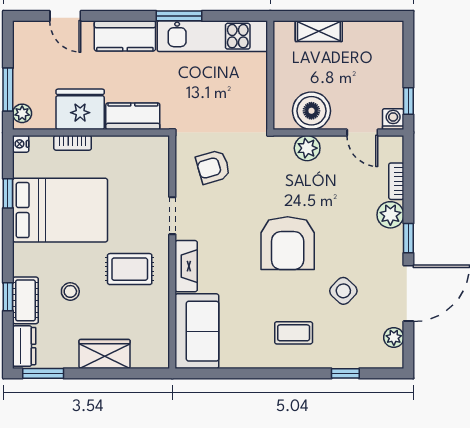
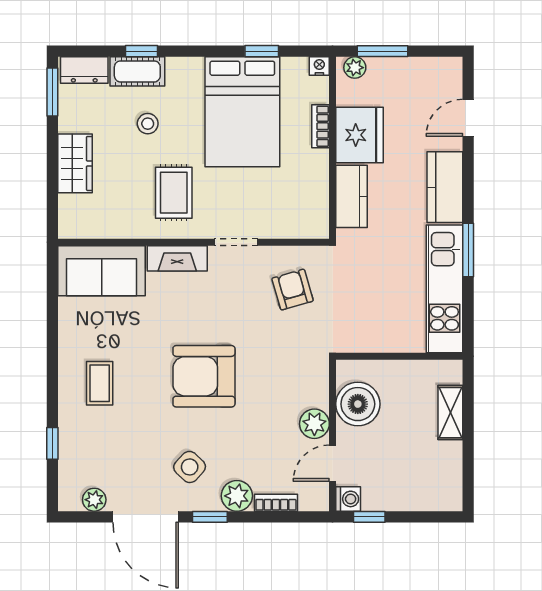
plant: (307, 148) -> (314, 424), moved
side table: (343, 291) -> (190, 467), moved

